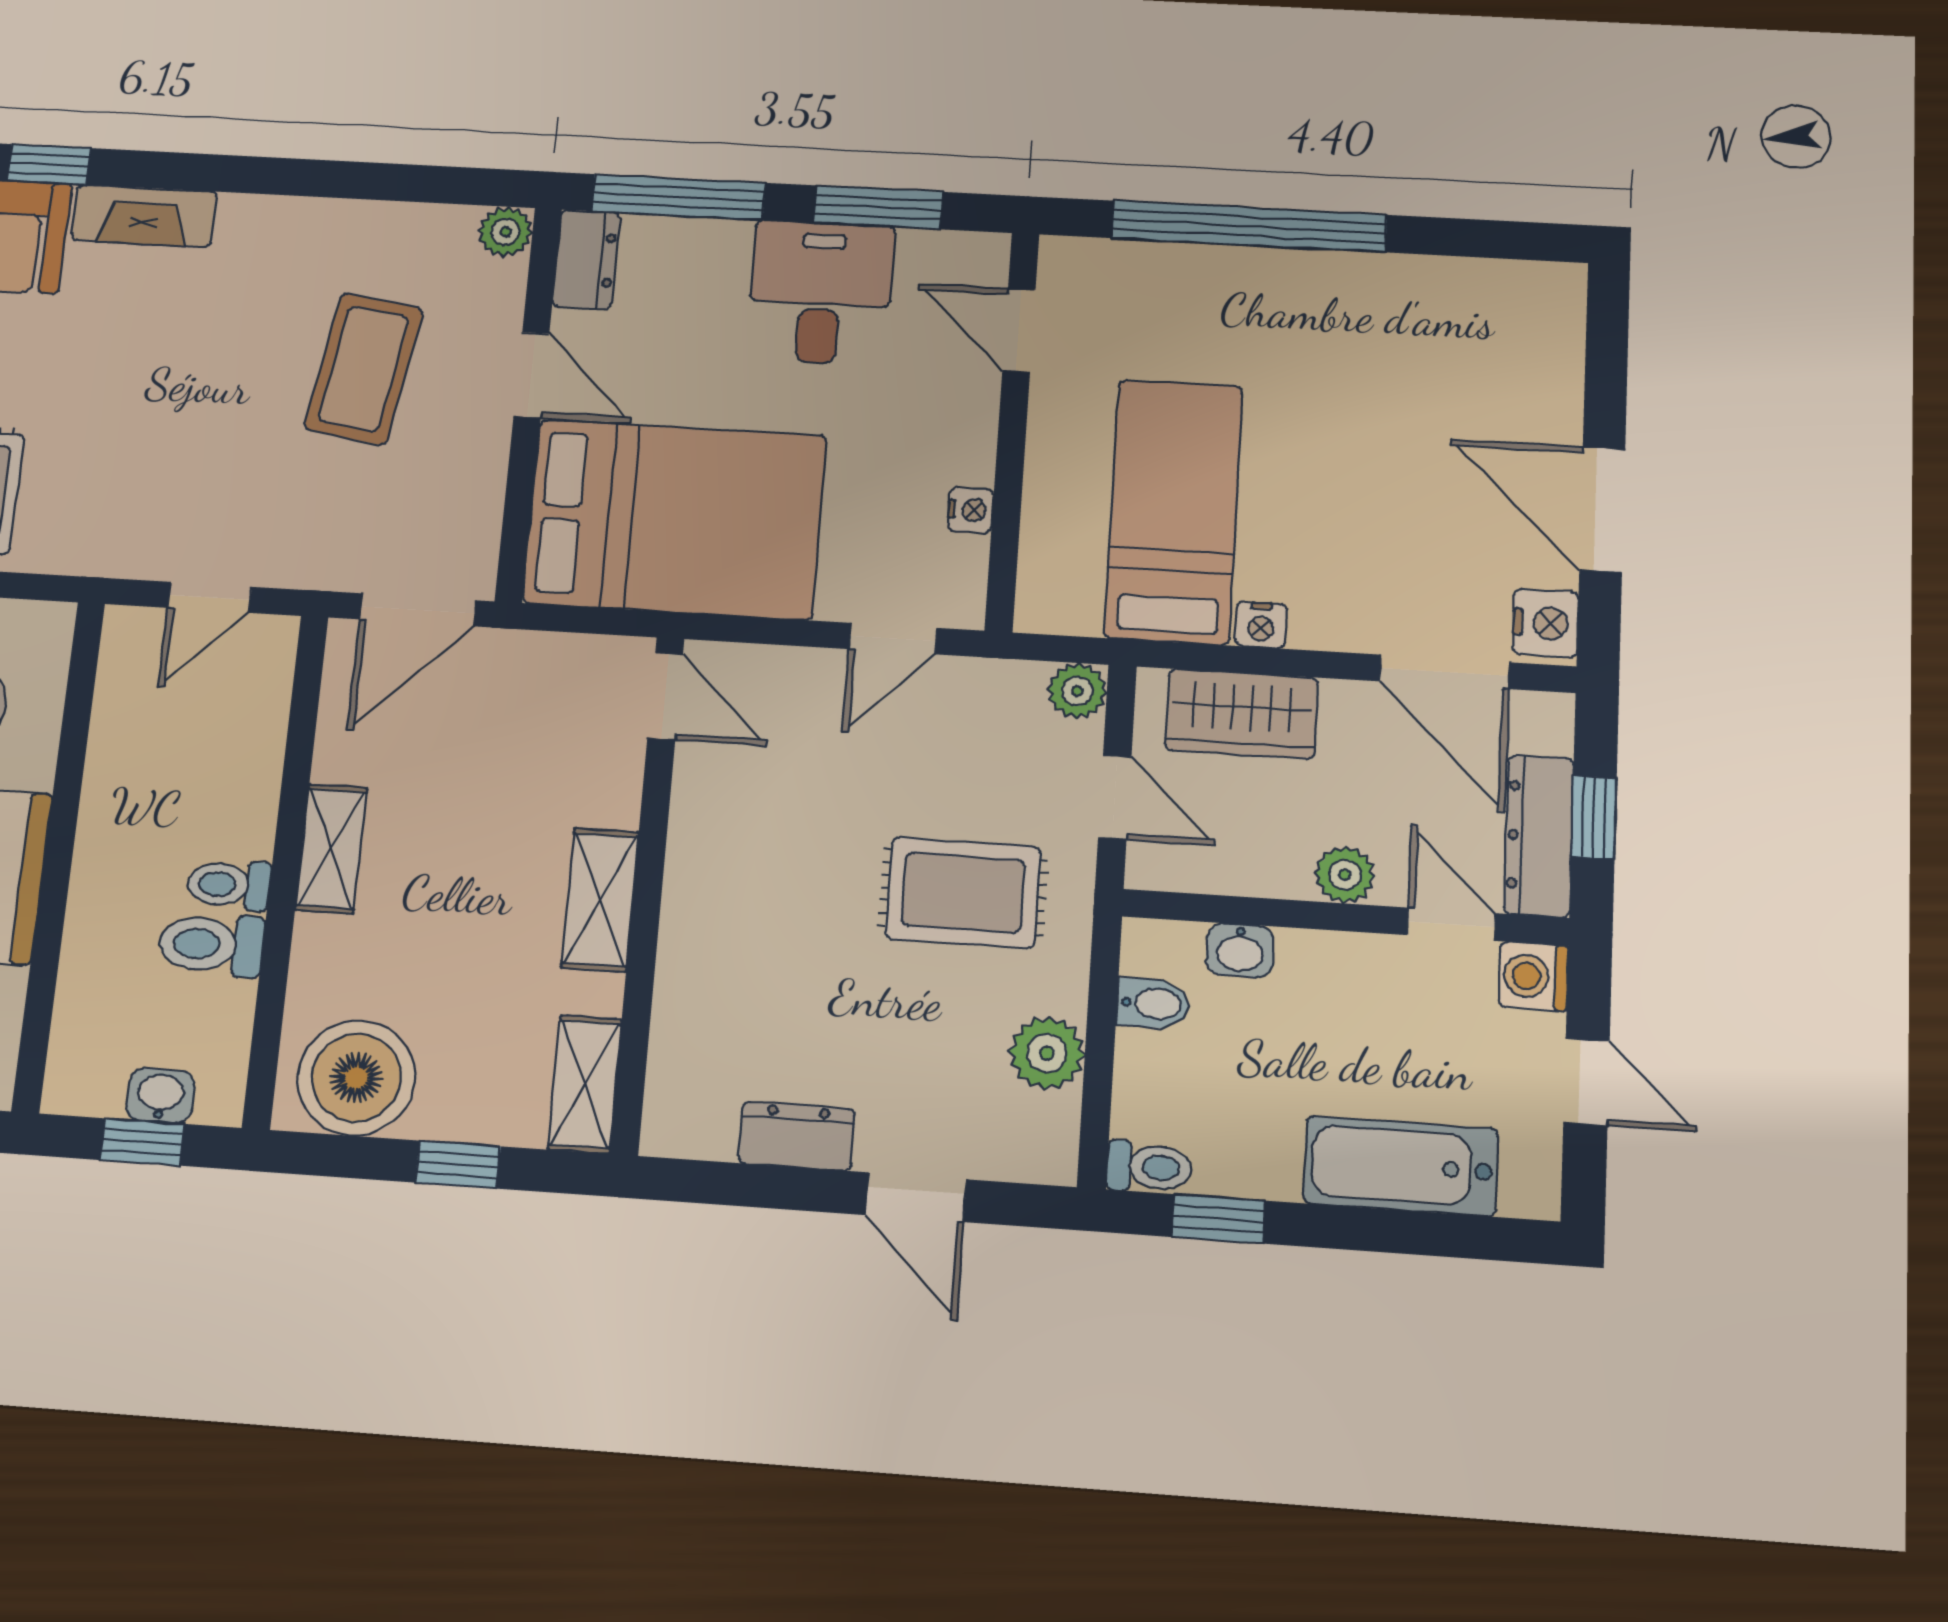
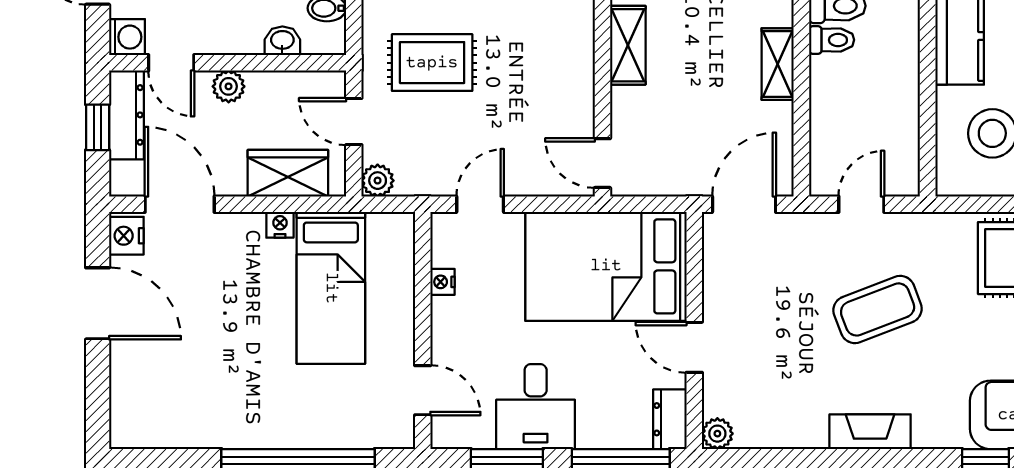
fireplace: (144, 216) -> (870, 432), moved
coffee table: (364, 369) -> (878, 309), moved, turned 60

